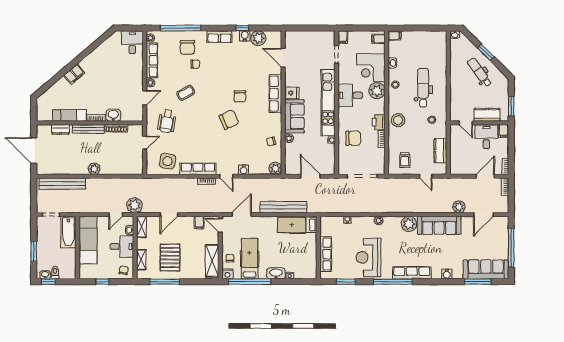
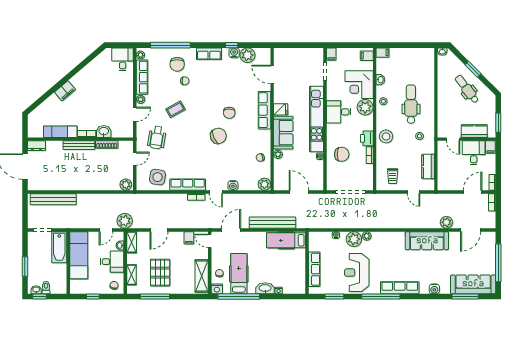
dresser: (60, 130) -> (36, 146), moved
plant: (94, 169) -> (126, 185), moved
plant: (409, 224) -> (354, 239), moved

